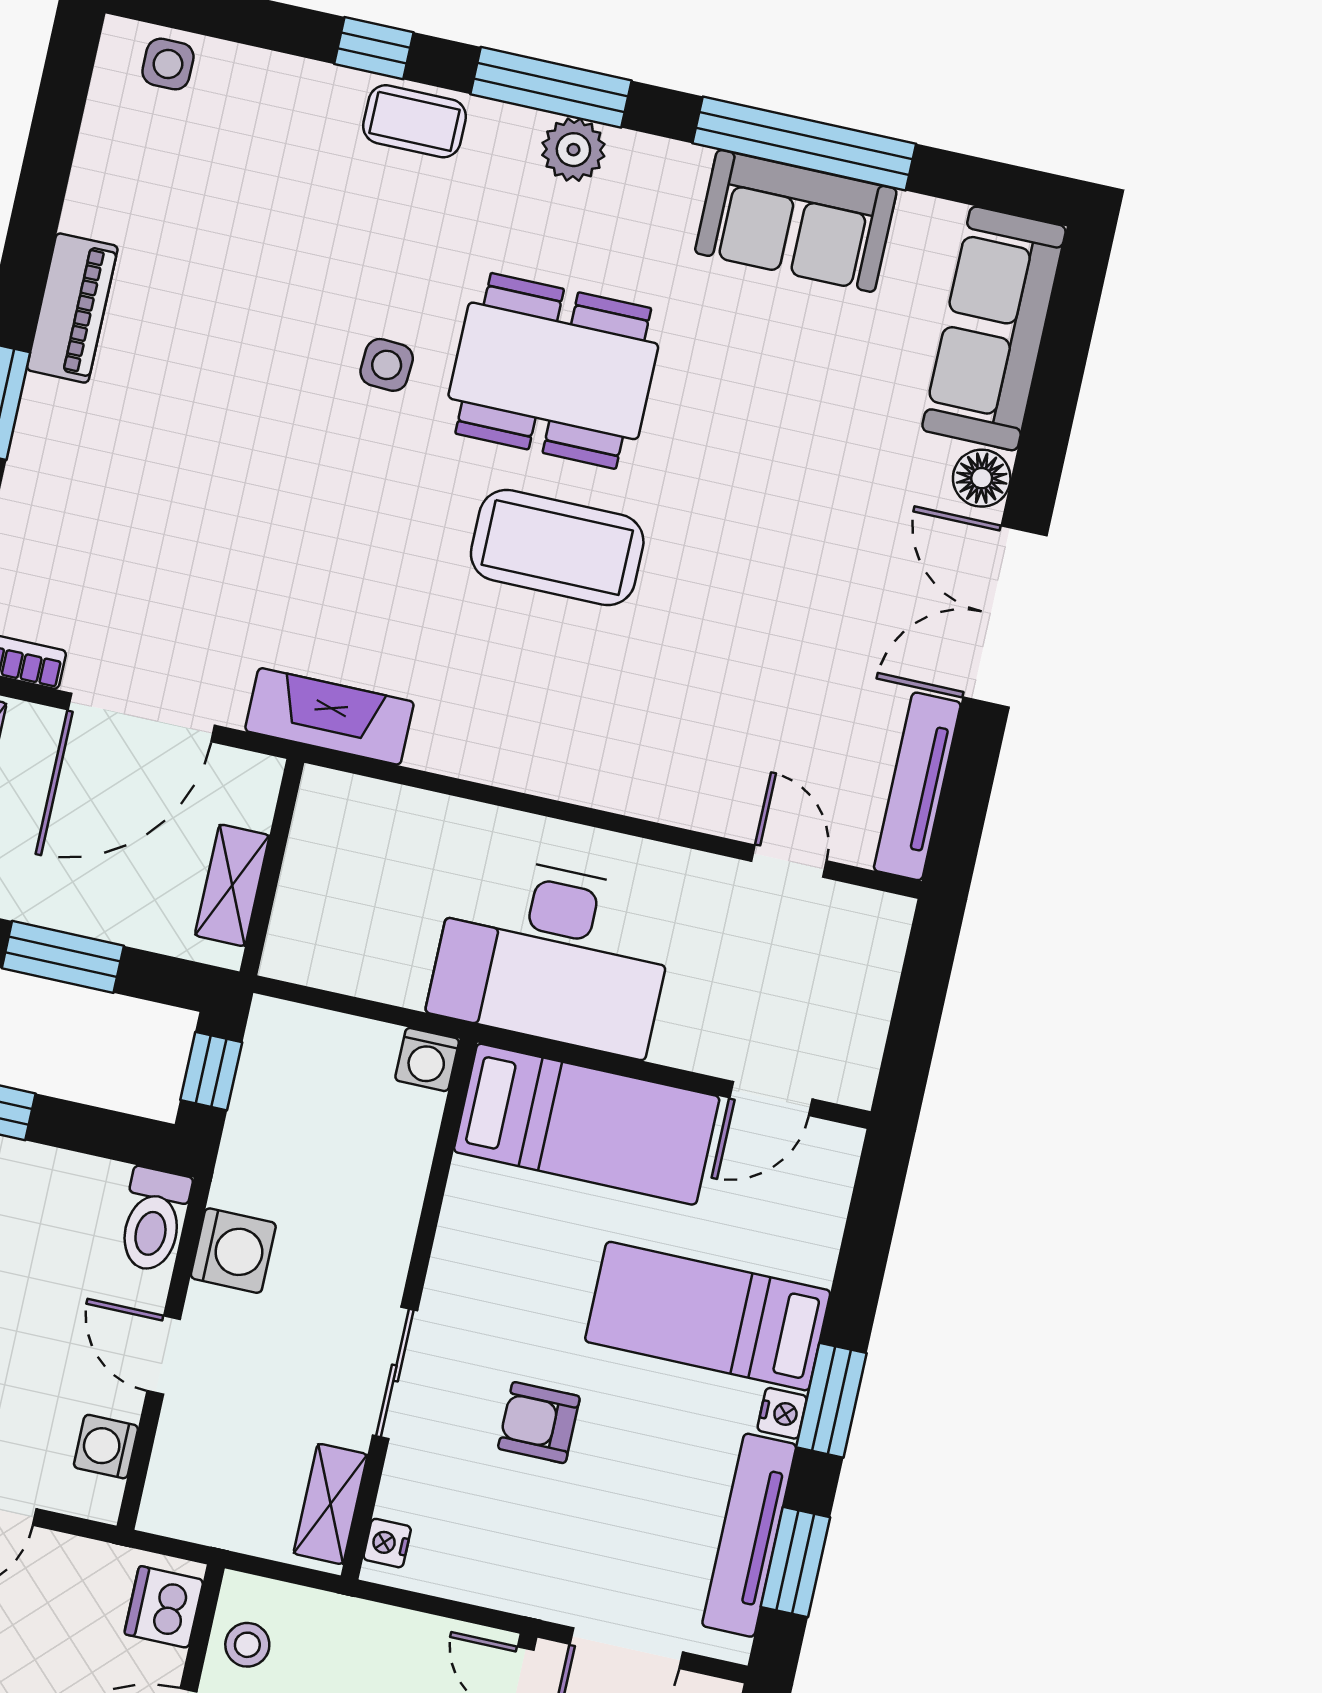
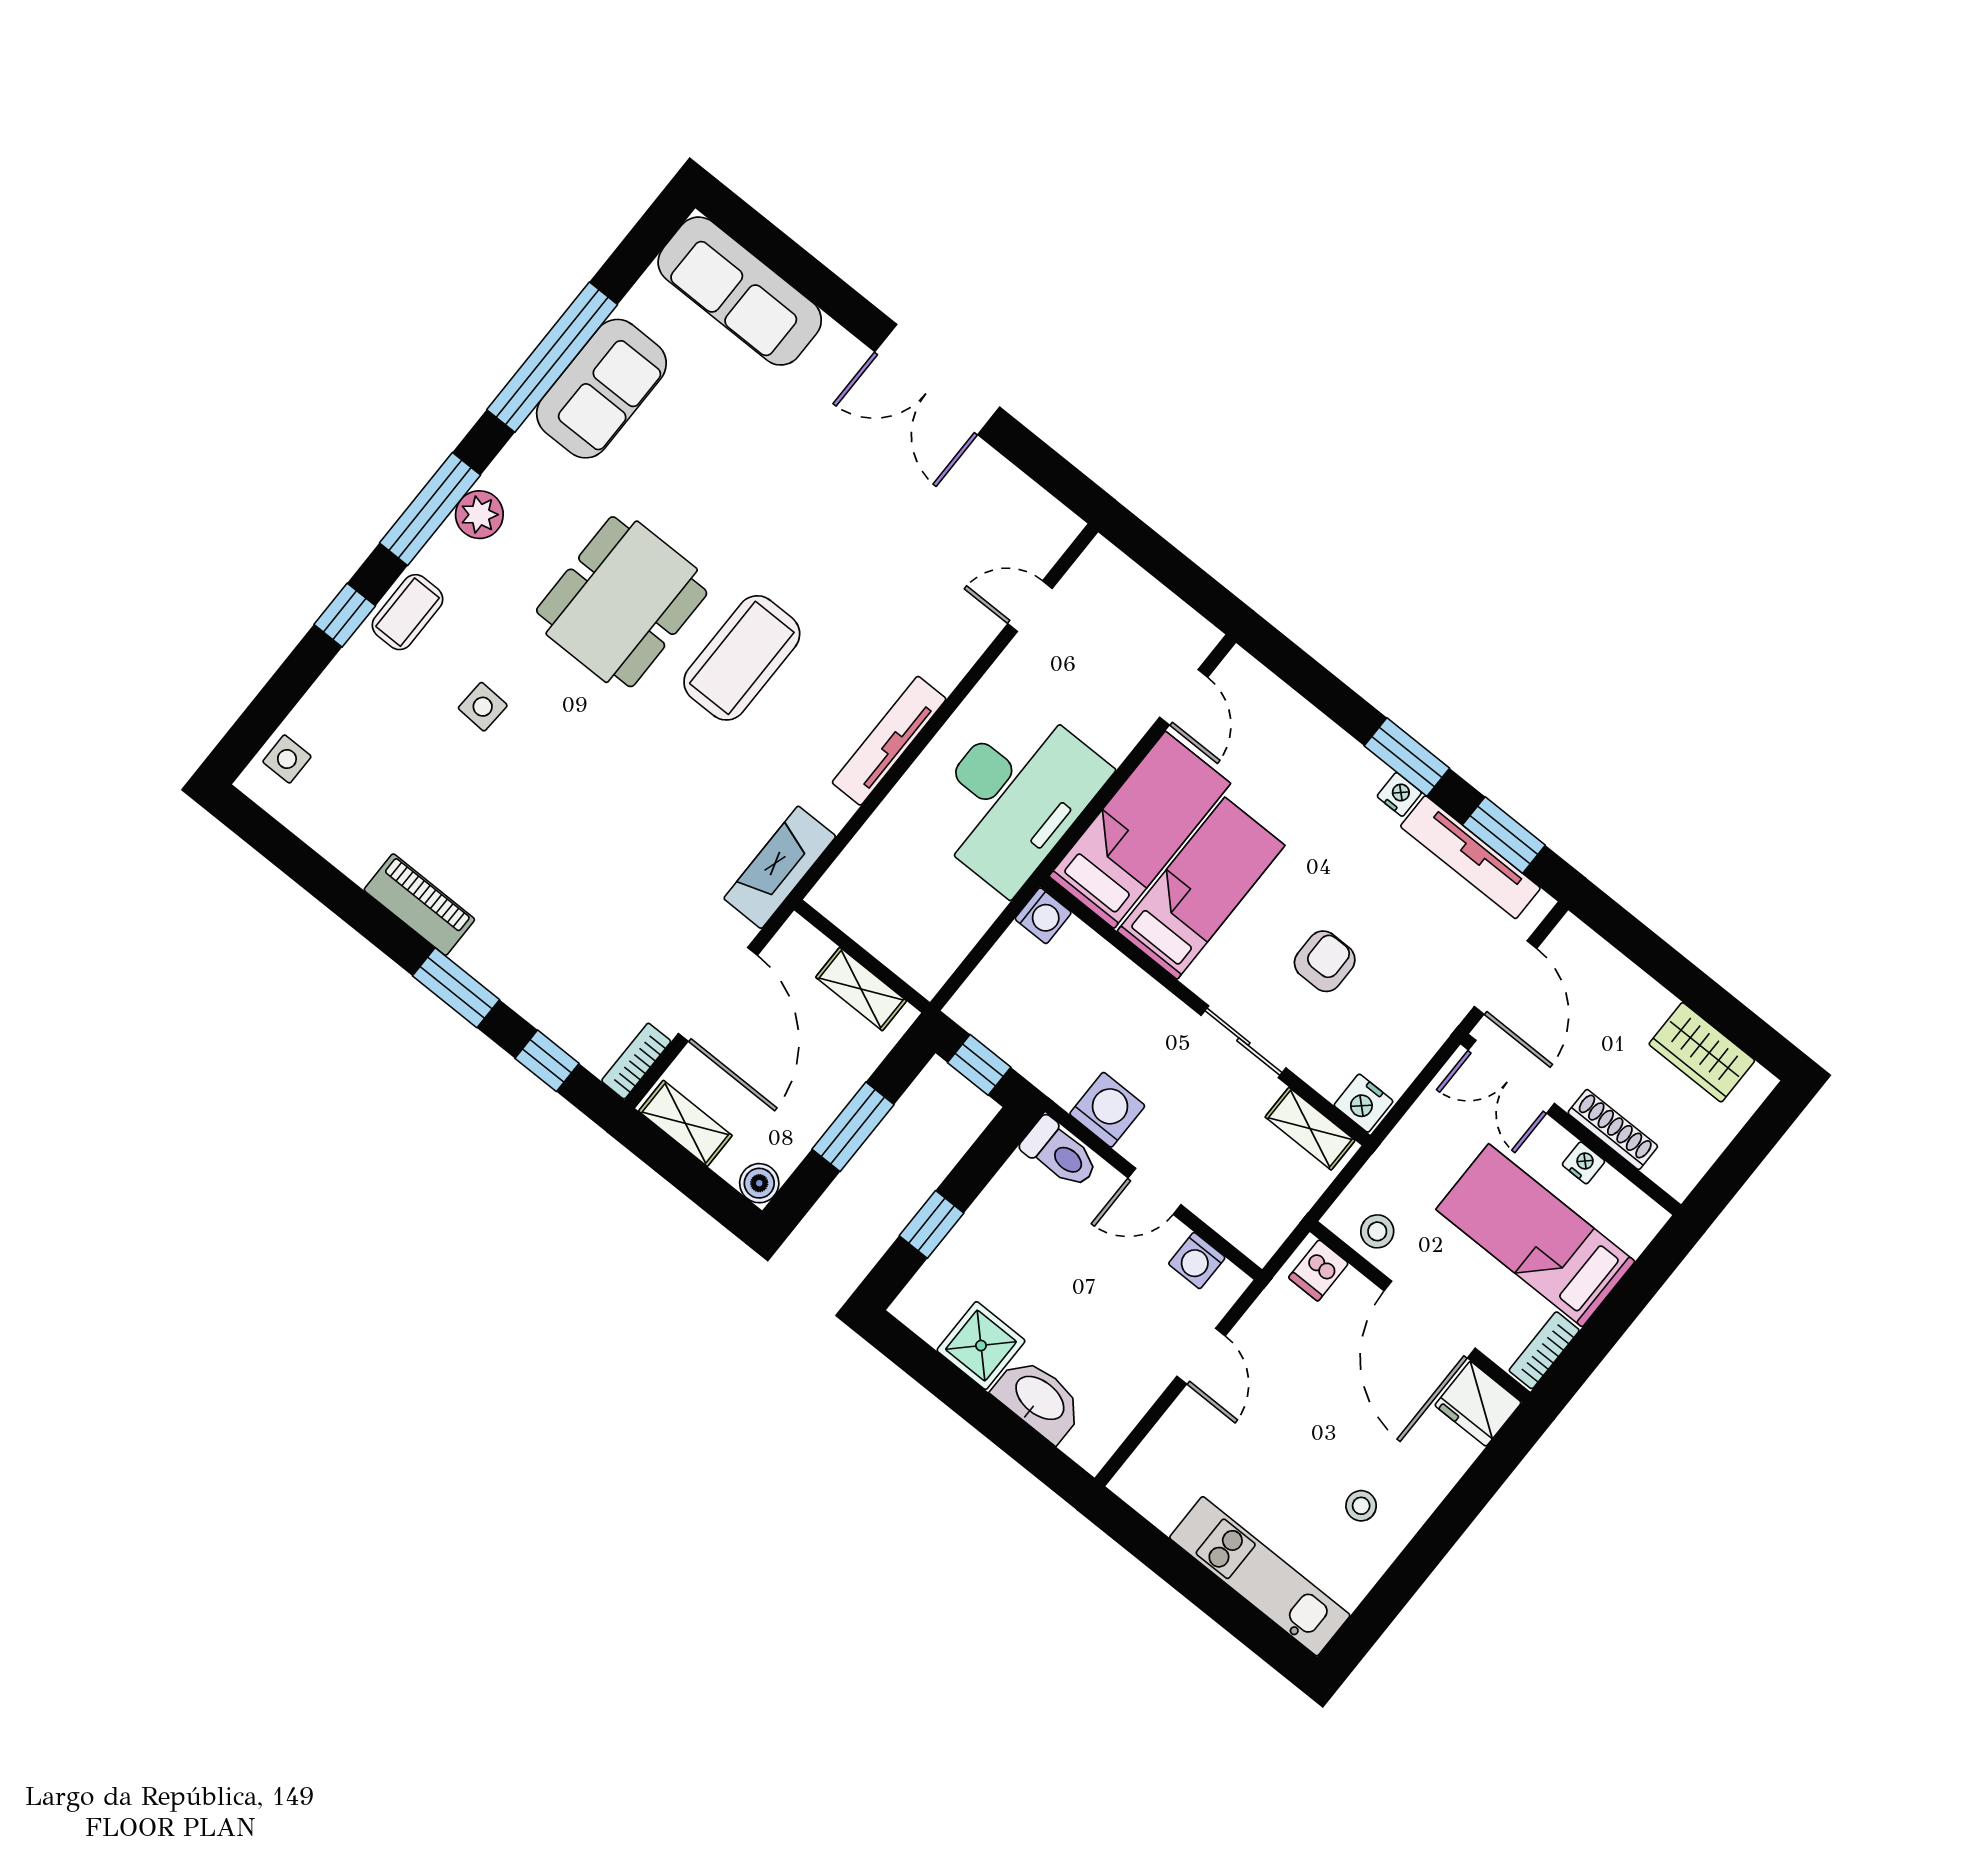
side table: (387, 365) -> (483, 707), moved
floor lamp: (982, 478) -> (836, 349), removed
tv unit: (917, 786) -> (889, 741), moved, turned 90
bed: (708, 1316) -> (1201, 888), moved, turned 180
armchair: (539, 1423) -> (1325, 961), turned 180
nightstand: (387, 1543) -> (1363, 1103), width x1.39, depth x1.35
dishwasher: (164, 1607) -> (1318, 1270), width x0.73

